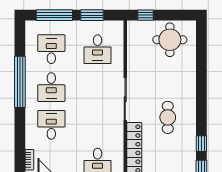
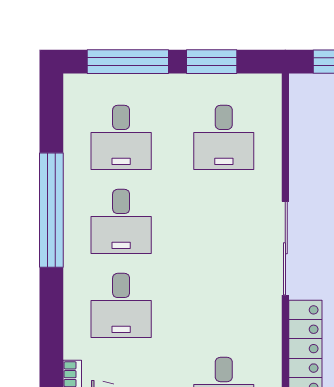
desk: (51, 49) -> (121, 137), turned 180
desk: (51, 125) -> (121, 305), turned 180

